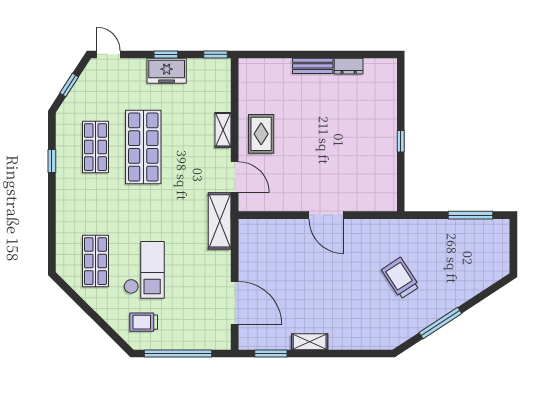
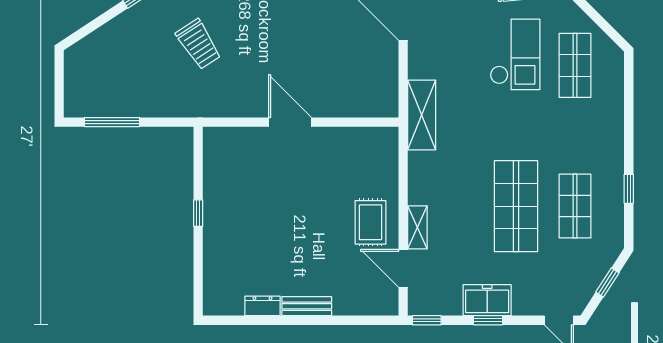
door: (235, 177) -> (403, 268), moved
checkout: (144, 270) -> (515, 54), turned 180

